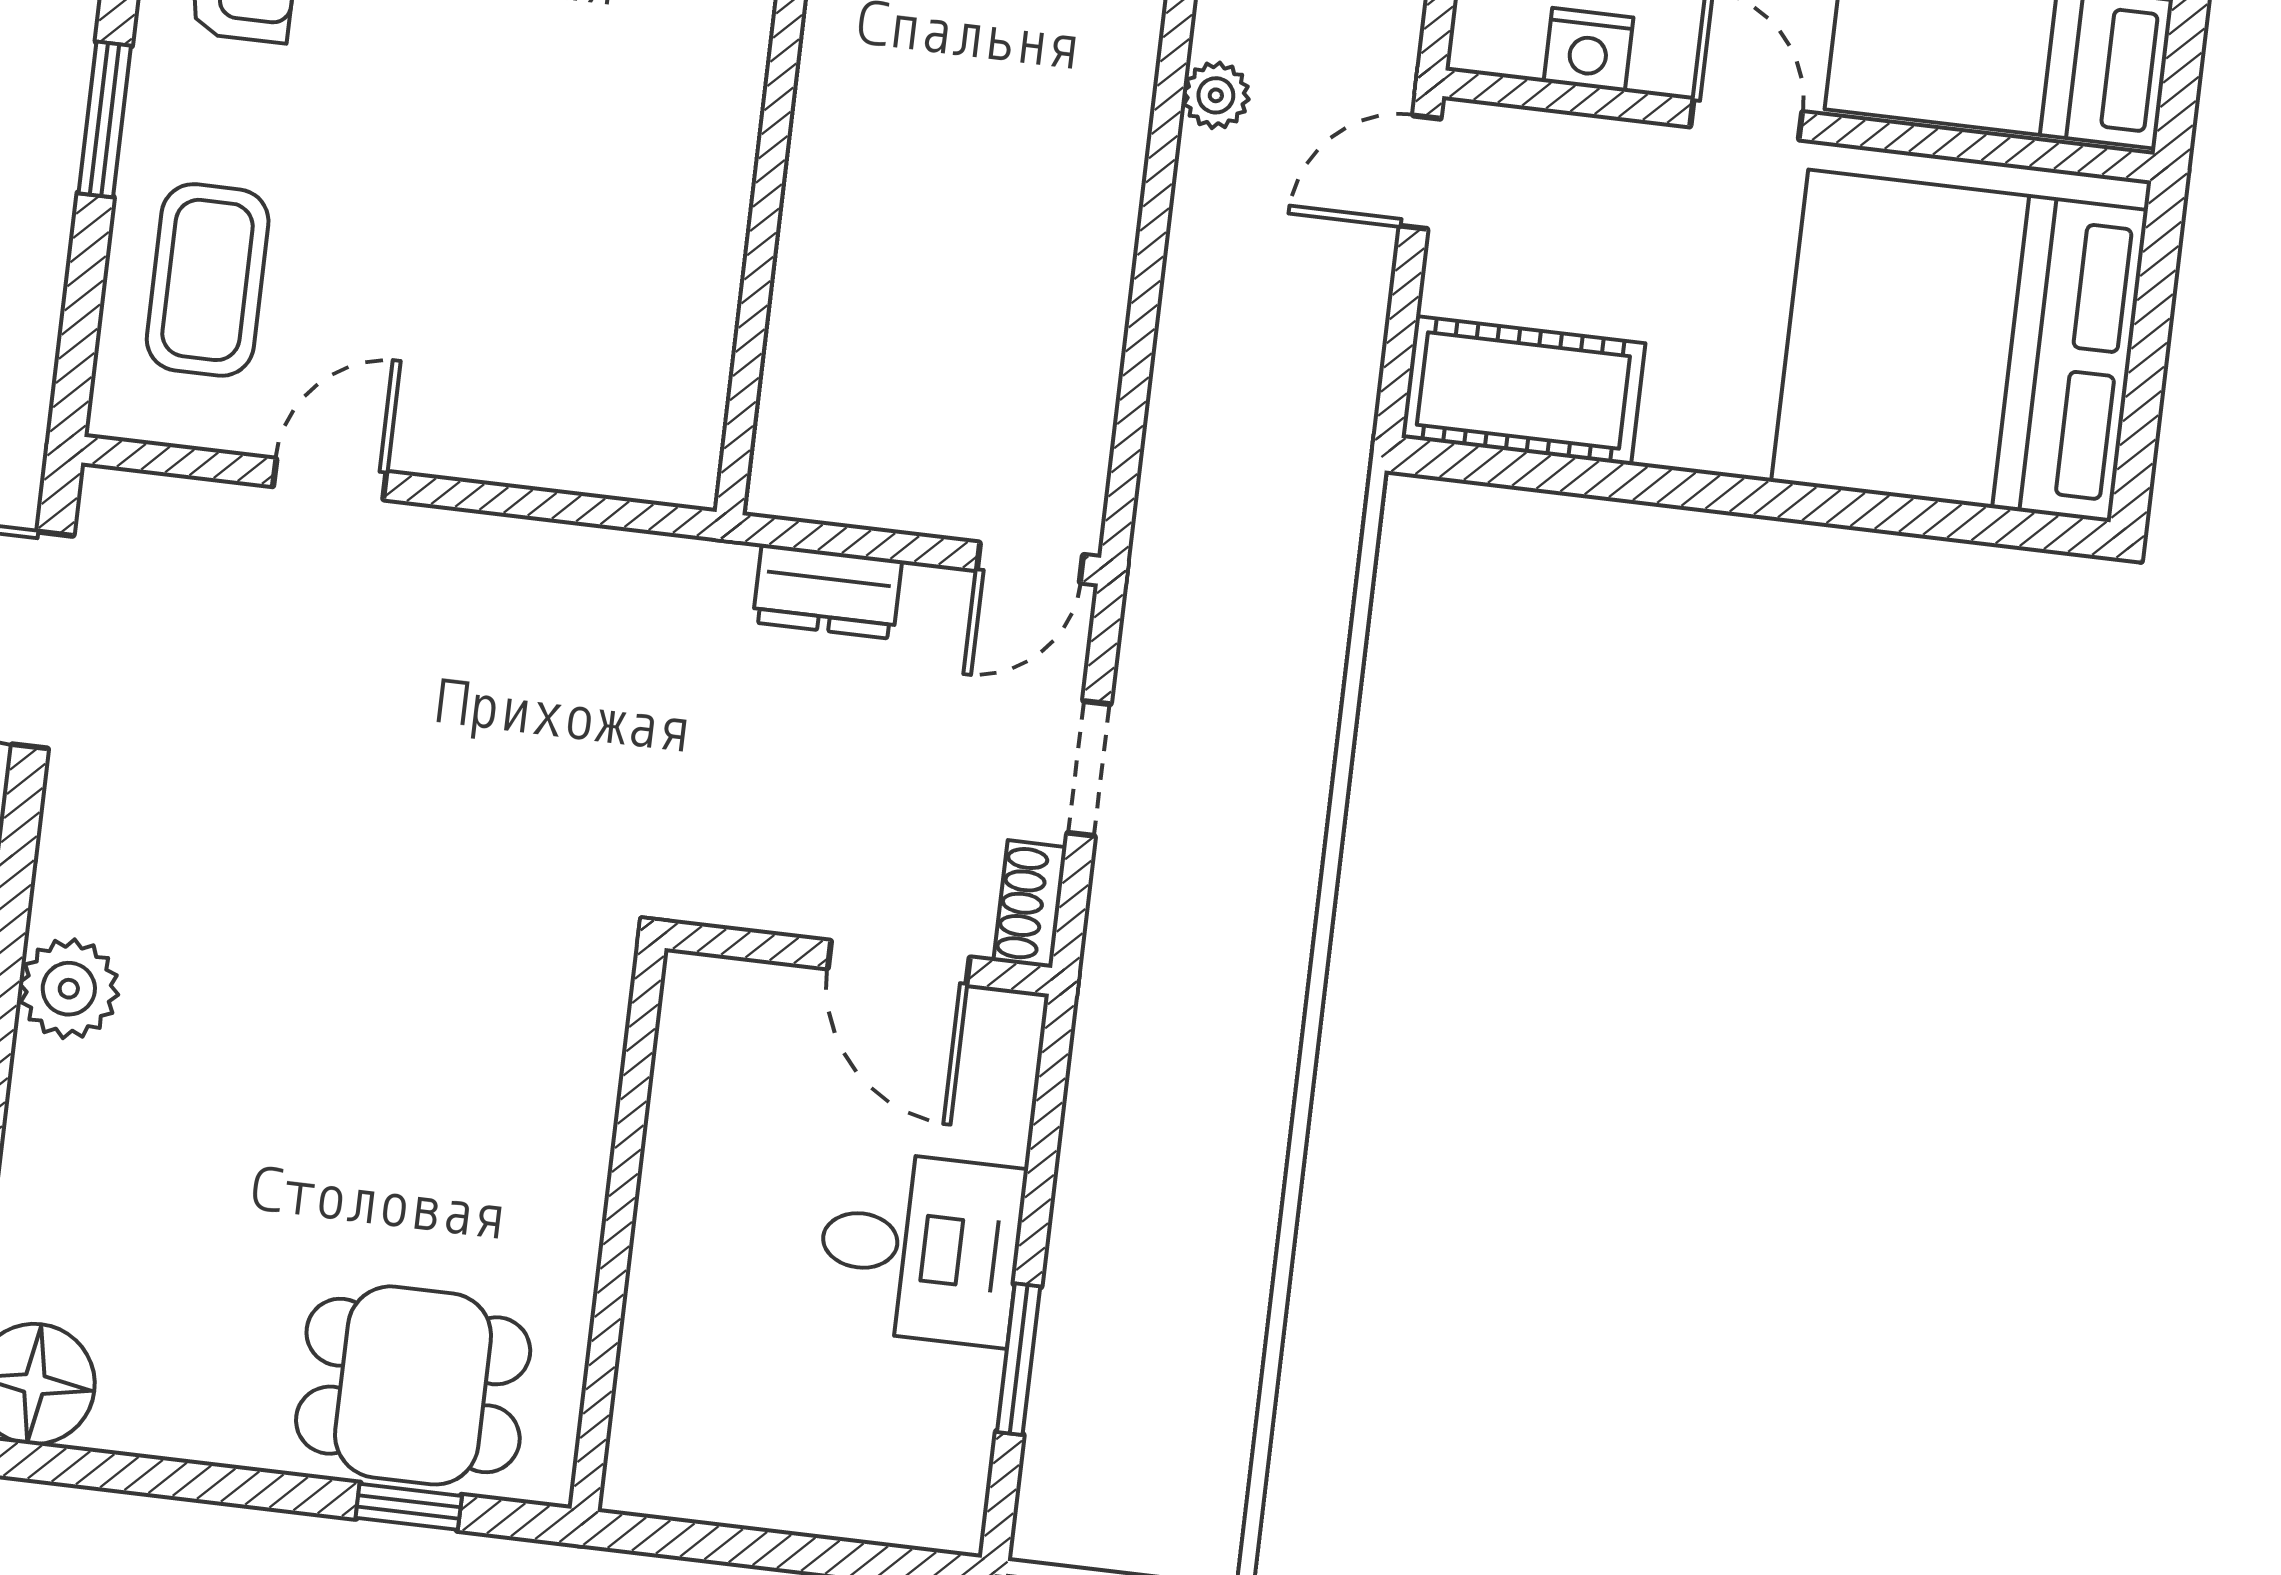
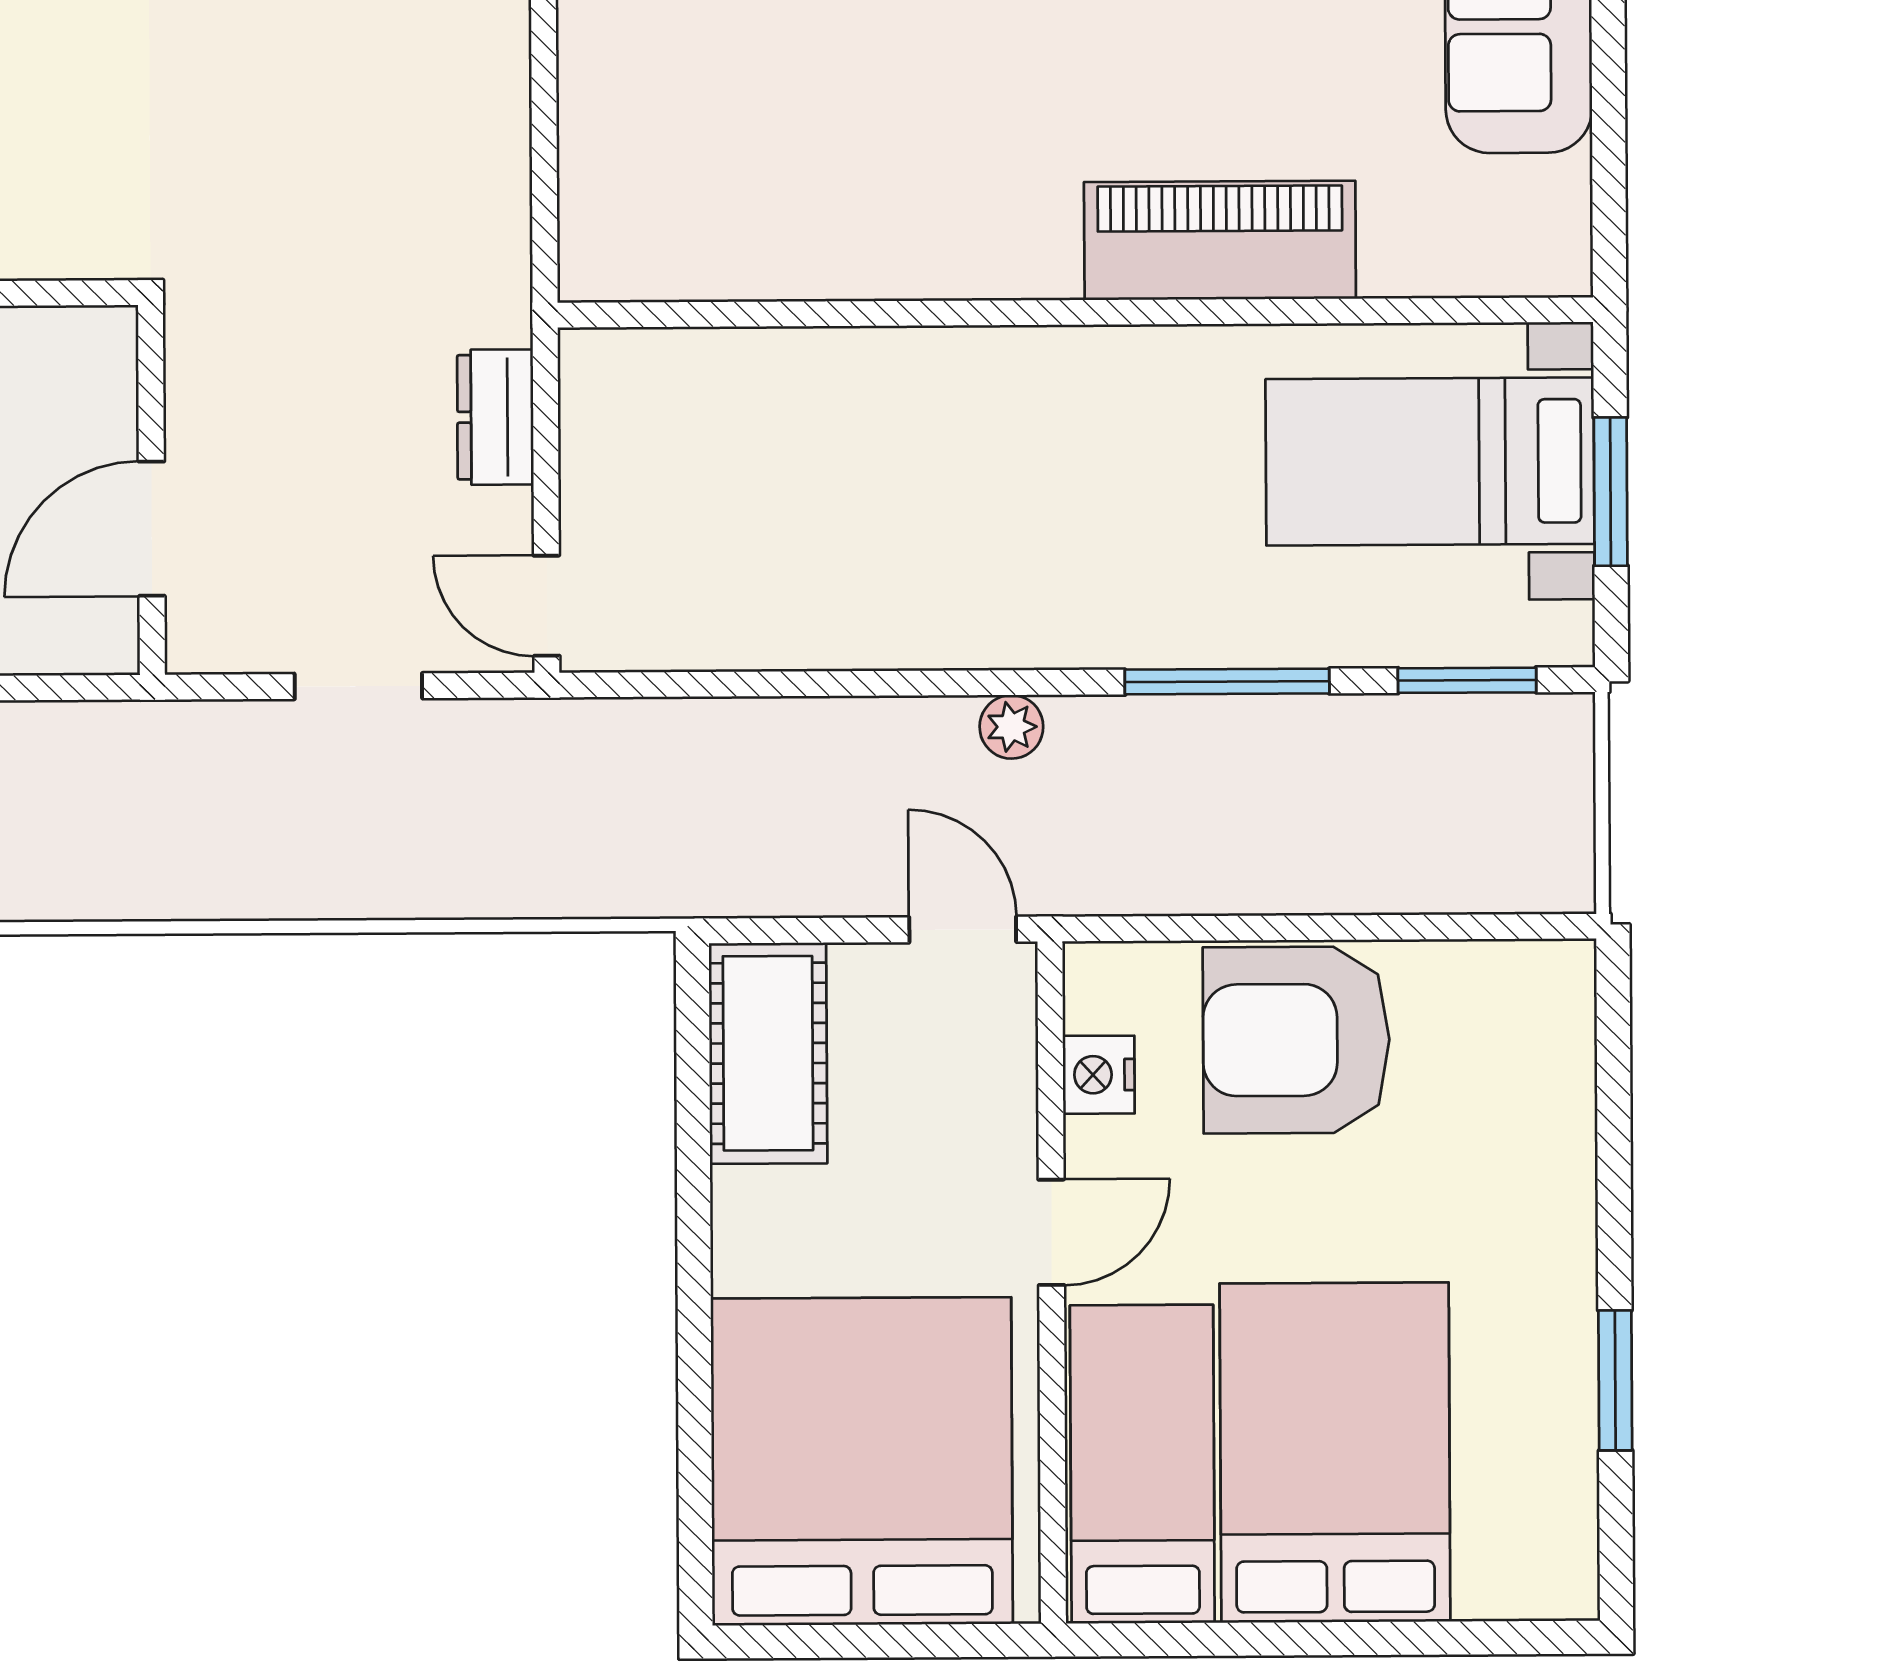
shoe rack: (1030, 904) -> (223, 646), removed

